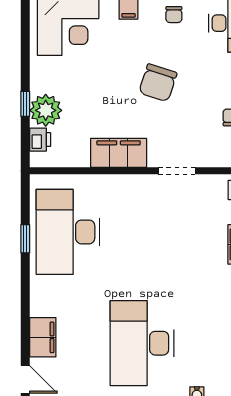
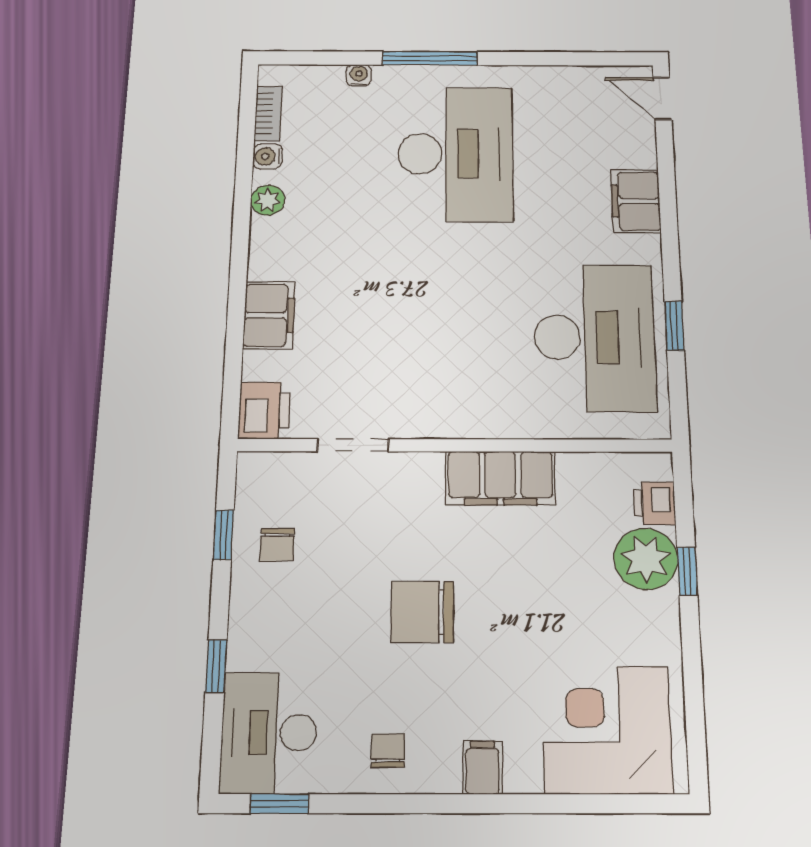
chair: (158, 83) -> (422, 612), turned -108
doorway: (177, 171) -> (353, 445), moved
filing cabinet: (43, 337) -> (636, 201), moved

